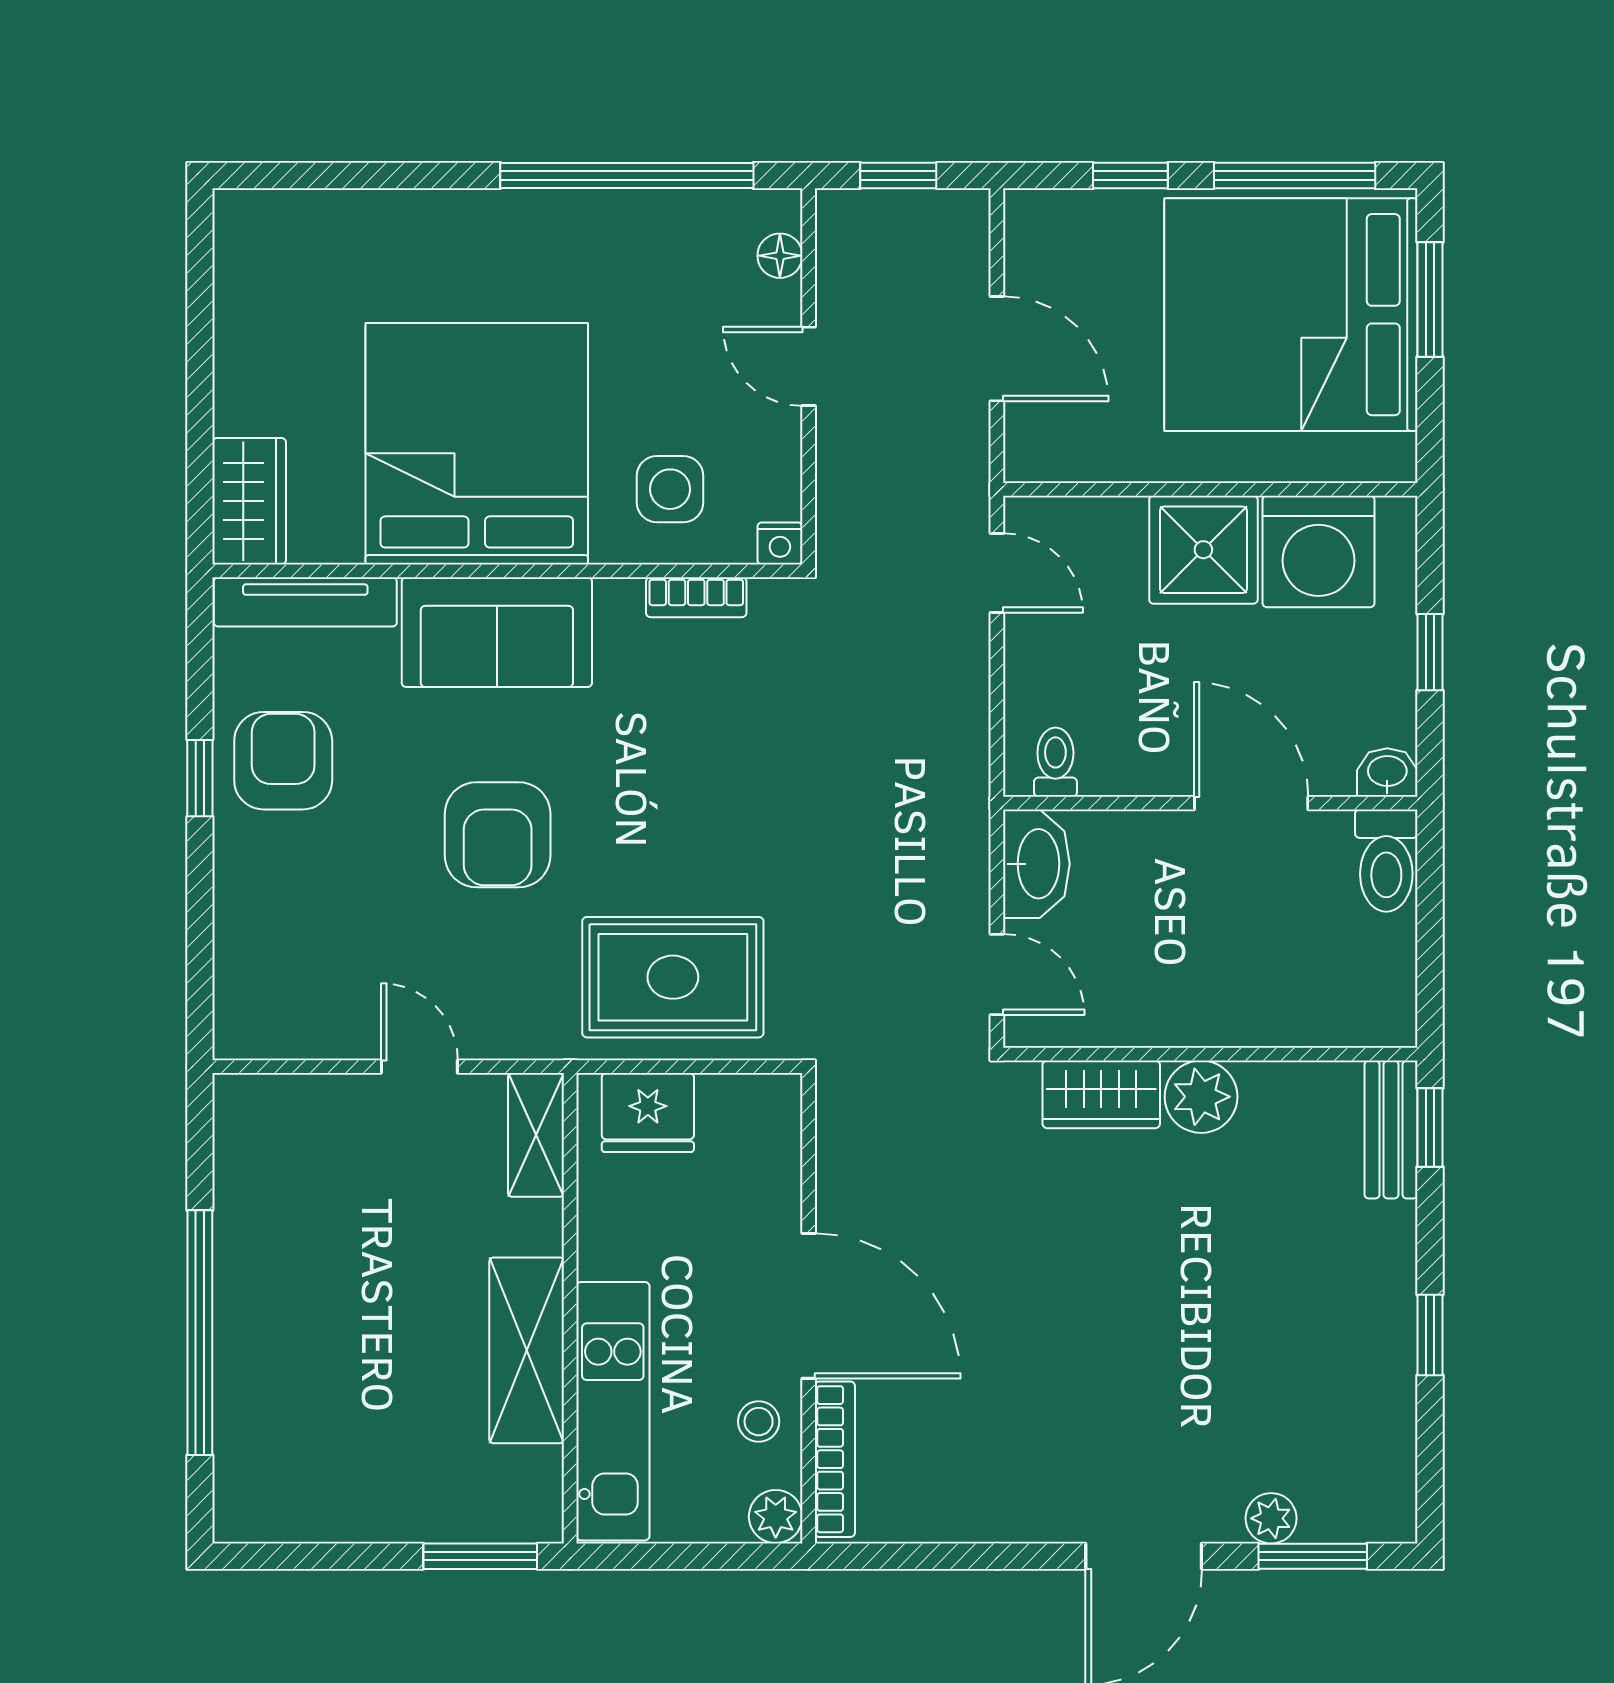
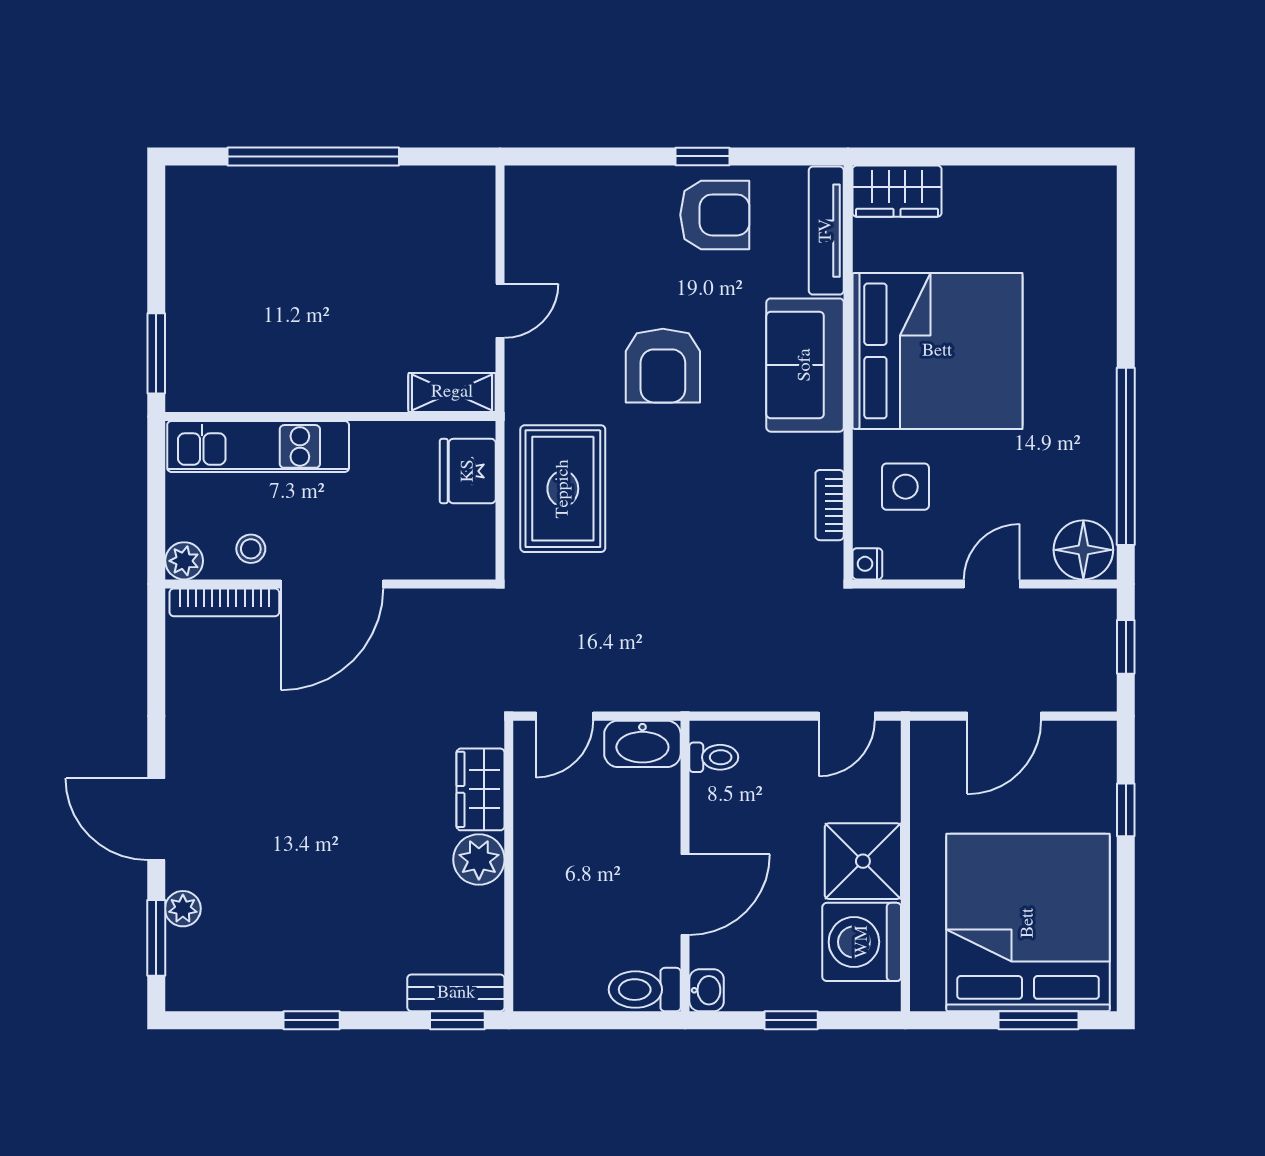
window: (1295, 175) -> (1126, 925), removed
floor lamp: (780, 256) -> (1083, 550), width x1.89, depth x1.89
armchair: (498, 835) -> (663, 366), turned -90
shelving: (527, 1350) -> (301, 386), removed

